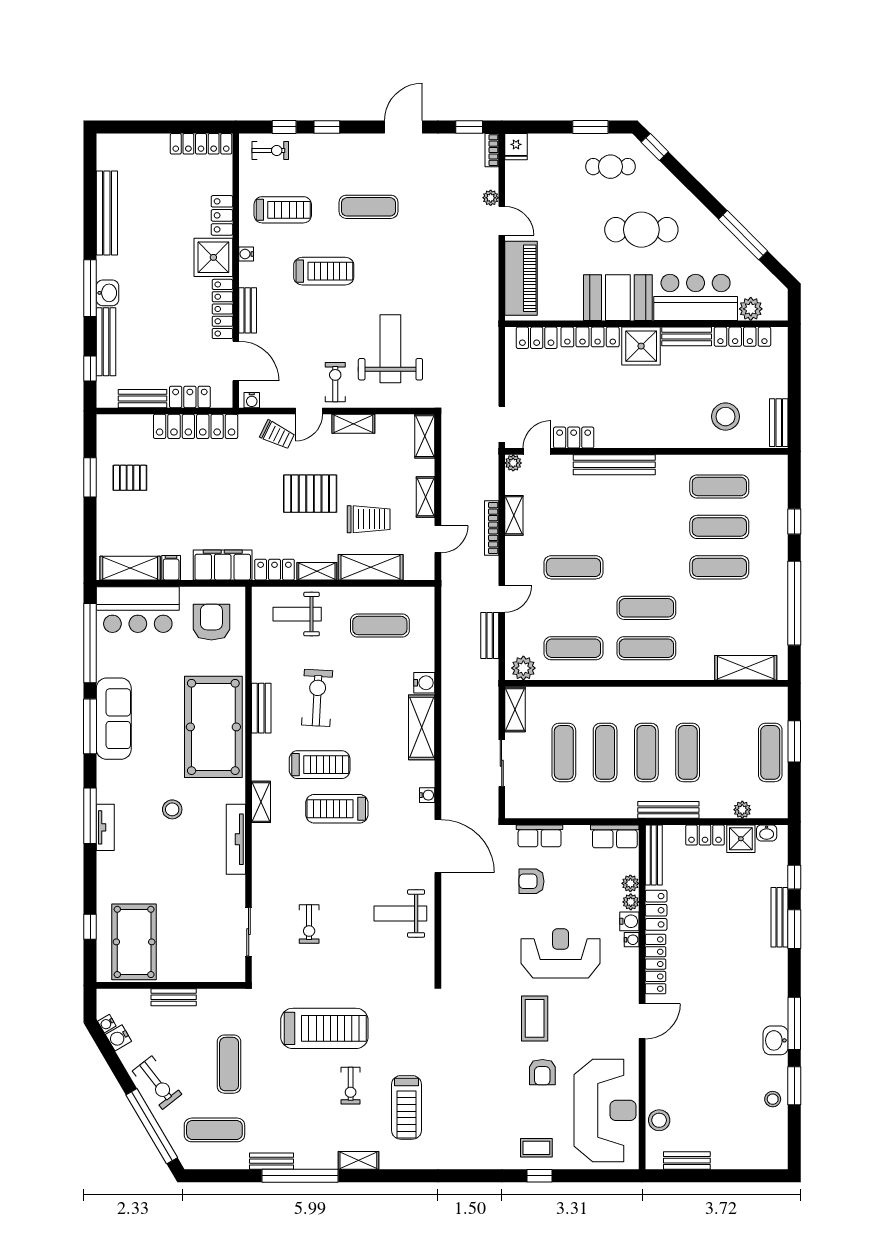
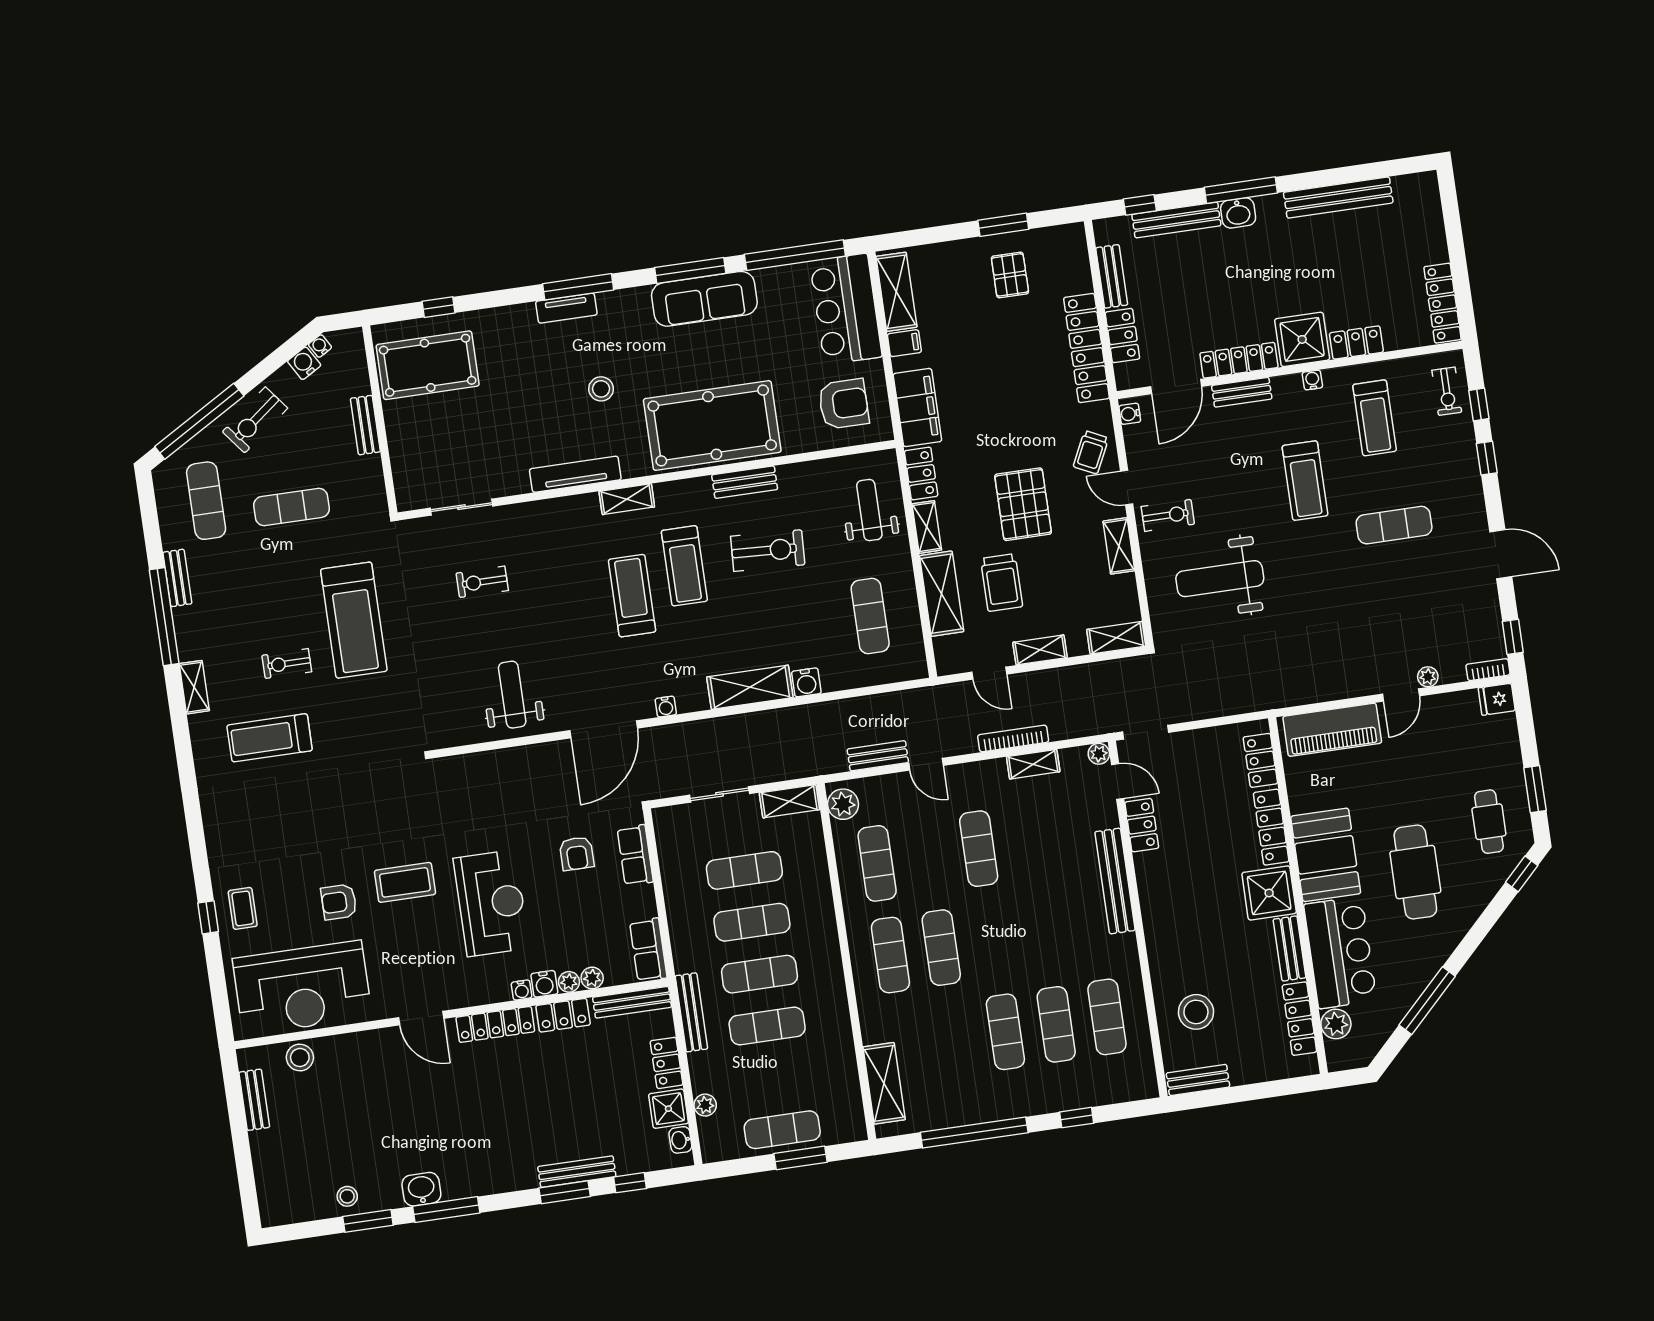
exercise mat: (369, 207) -> (1394, 525), turned 90
weight bench: (390, 349) -> (1220, 579), turned 180
armchair: (532, 881) -> (577, 853), turned 180

